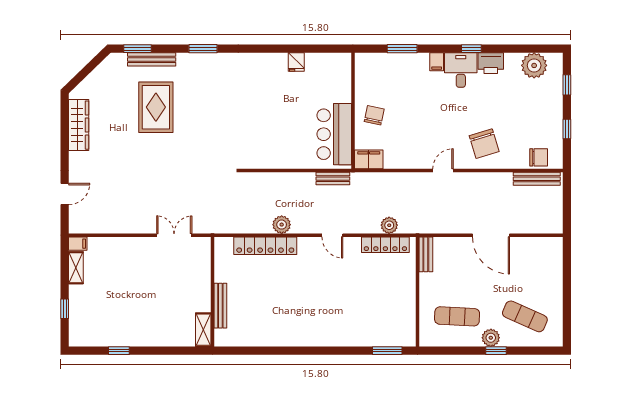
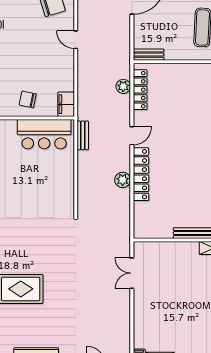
locker: (265, 246) -> (141, 174), moved

